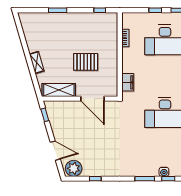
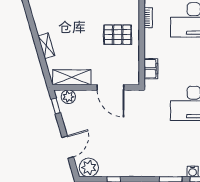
pallet: (86, 62) -> (118, 35), moved
plant: (56, 107) -> (68, 97), added
door: (55, 151) -> (68, 147), hinge flipped

